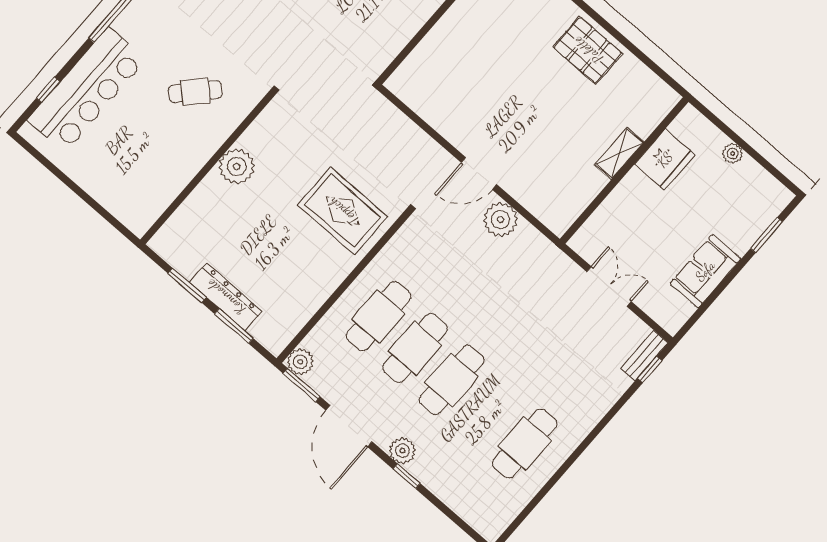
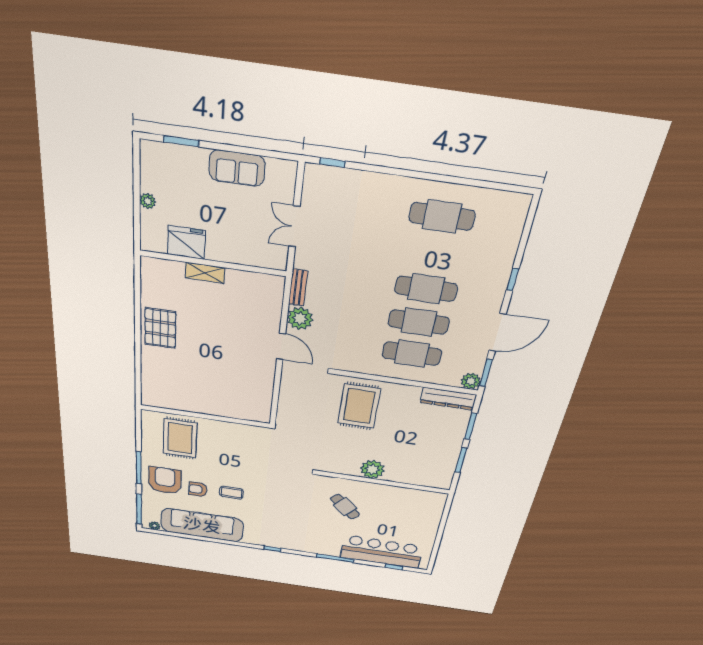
dresser: (226, 297) -> (448, 399), moved, turned -90
bench: (644, 355) -> (298, 288), moved, turned 90
plant: (403, 451) -> (495, 292), removed

